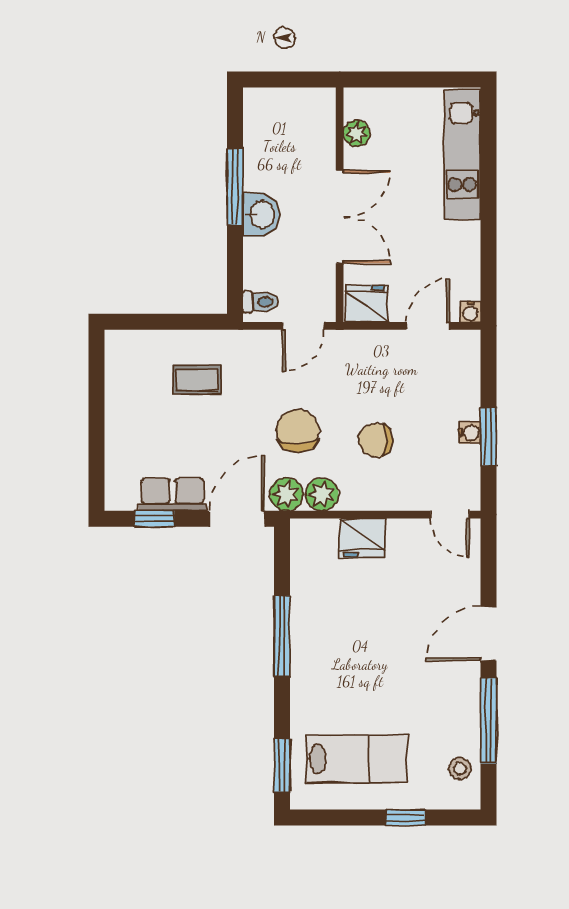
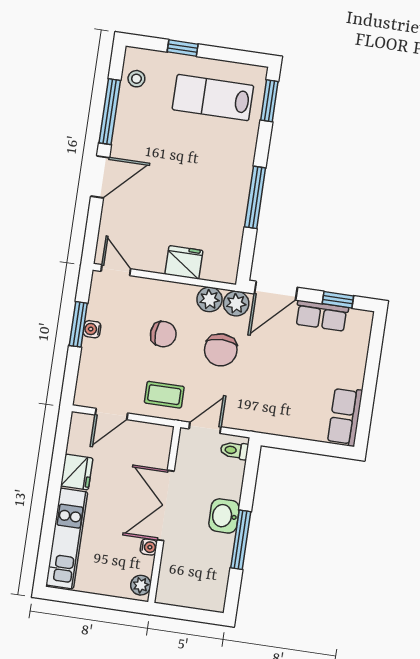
plant: (357, 133) -> (141, 585), moved
fridge: (367, 304) -> (77, 472), moved, turned -90
water cooler: (470, 312) -> (149, 547), moved, turned 90
row of seats: (122, 367) -> (345, 417), added
coffee table: (197, 380) -> (164, 395), moved

